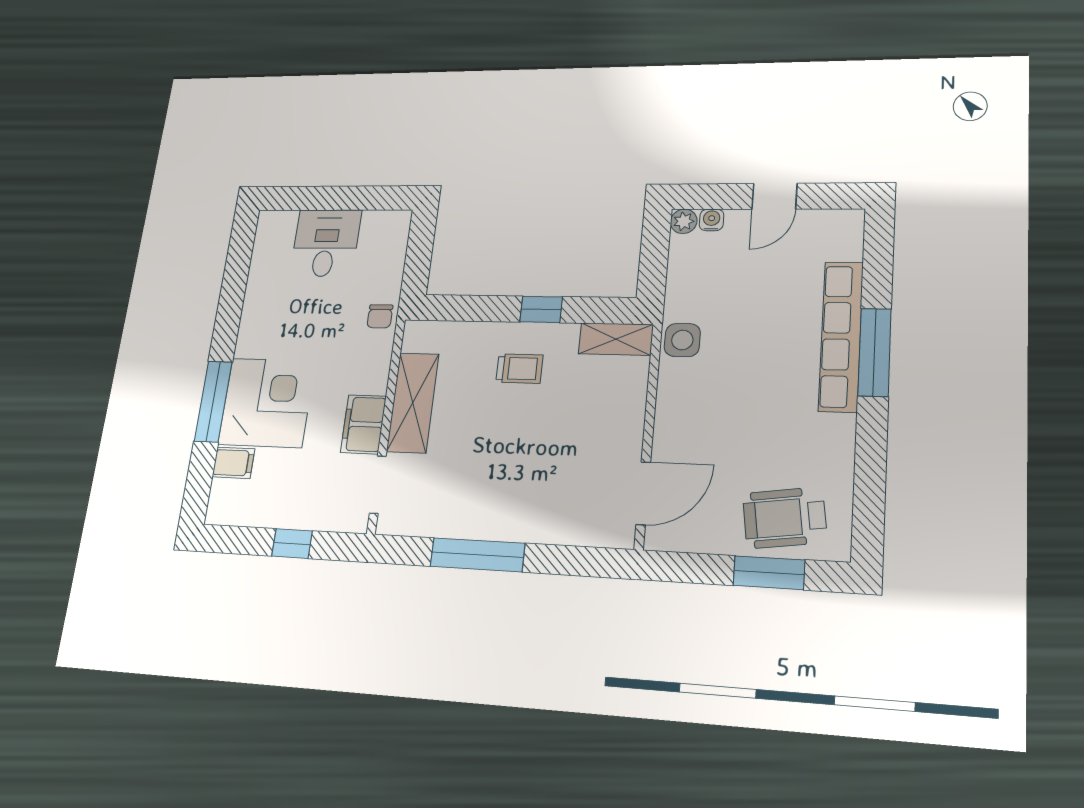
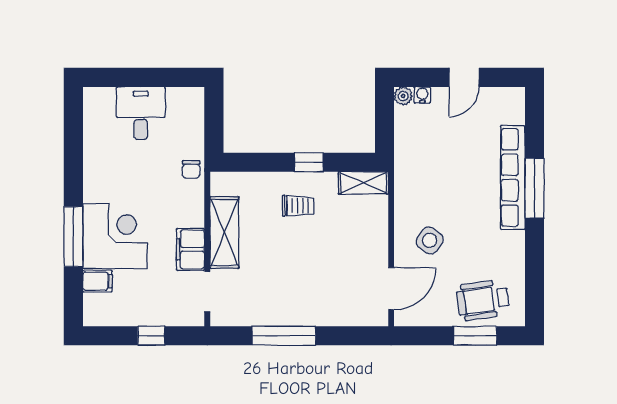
side table: (682, 340) -> (430, 240), moved, turned 36

